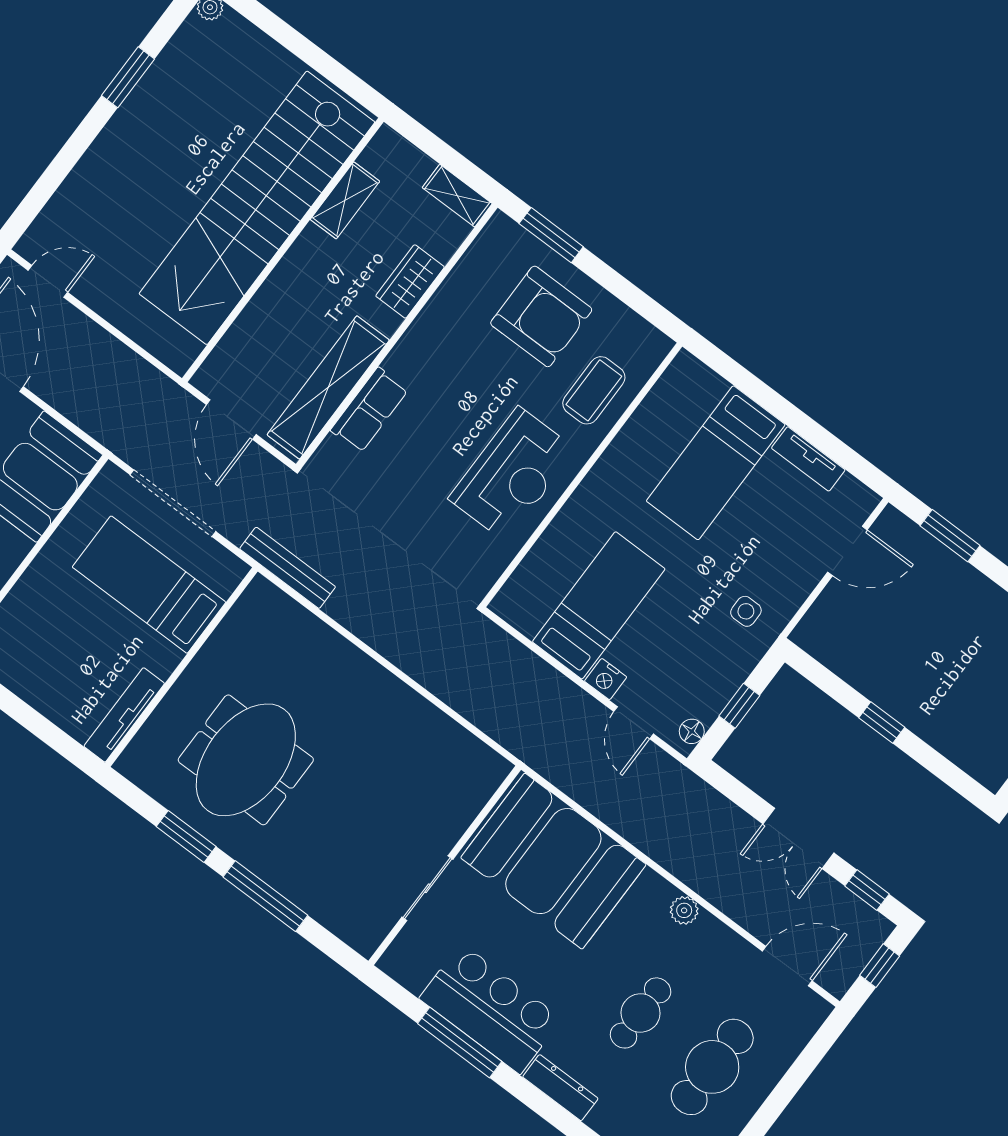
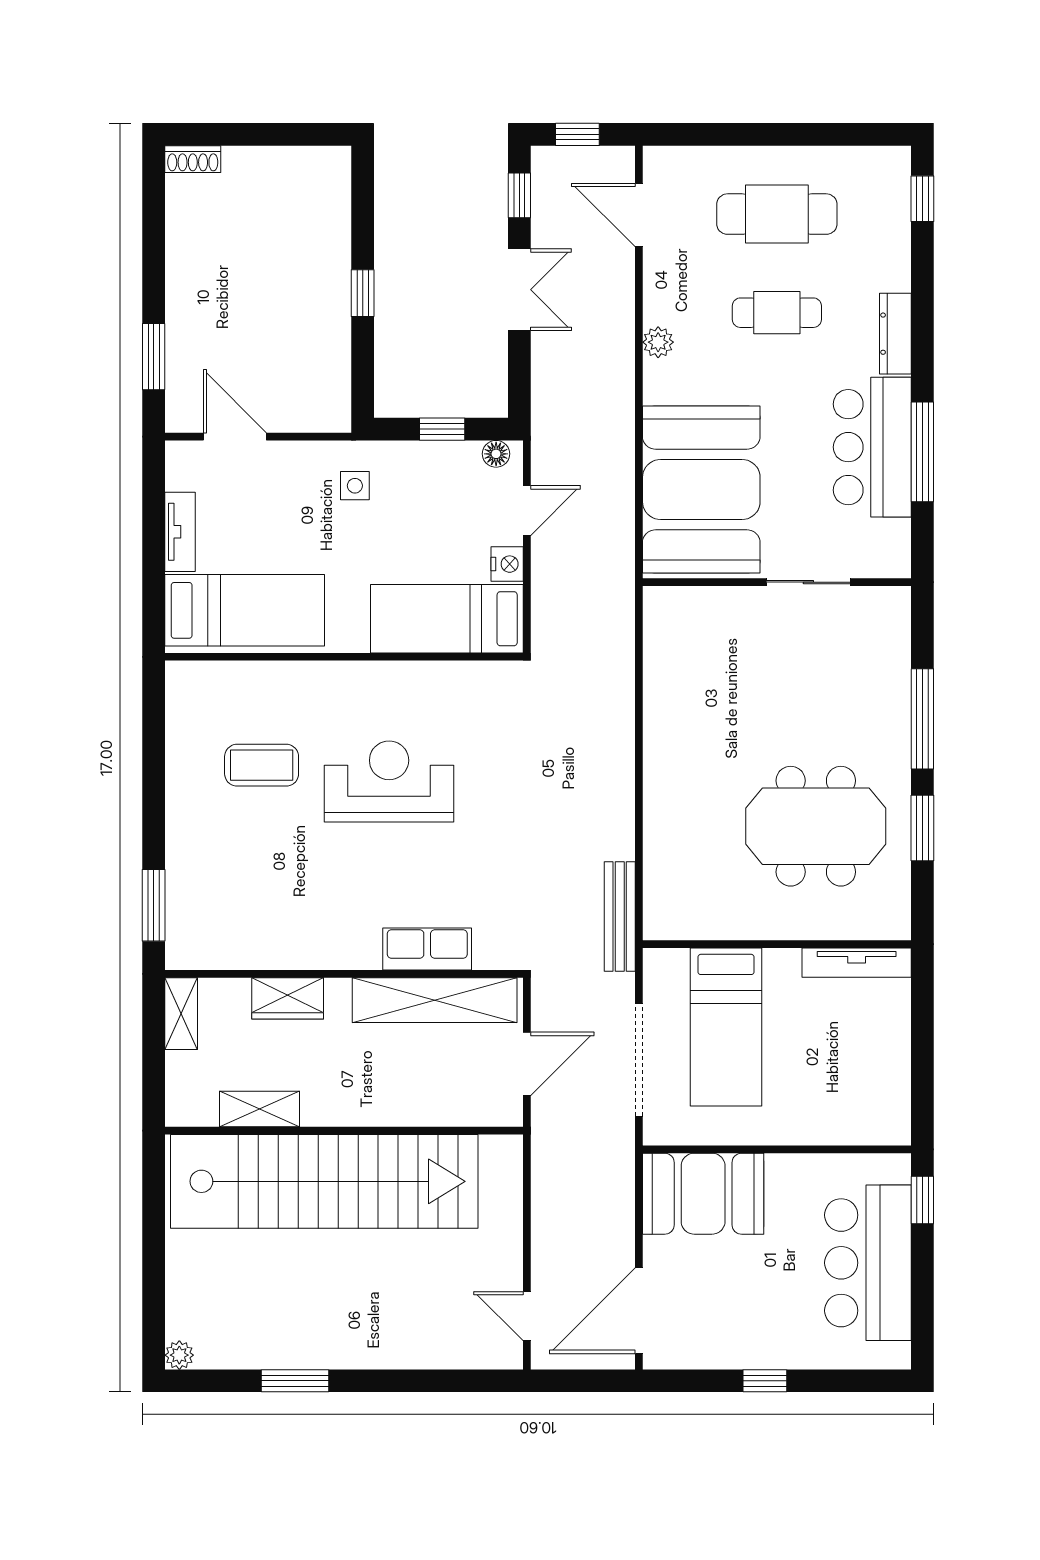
armchair: (541, 316) -> (232, 860), removed
wall: (581, 475) -> (344, 657), moved

